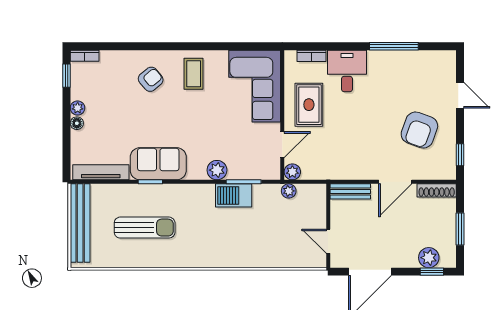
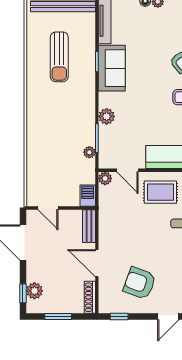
plant: (289, 191) -> (89, 152), moved
barbecue: (234, 195) -> (88, 196), moved, width x0.73, depth x0.79
door: (328, 241) -> (48, 208), swing flipped

